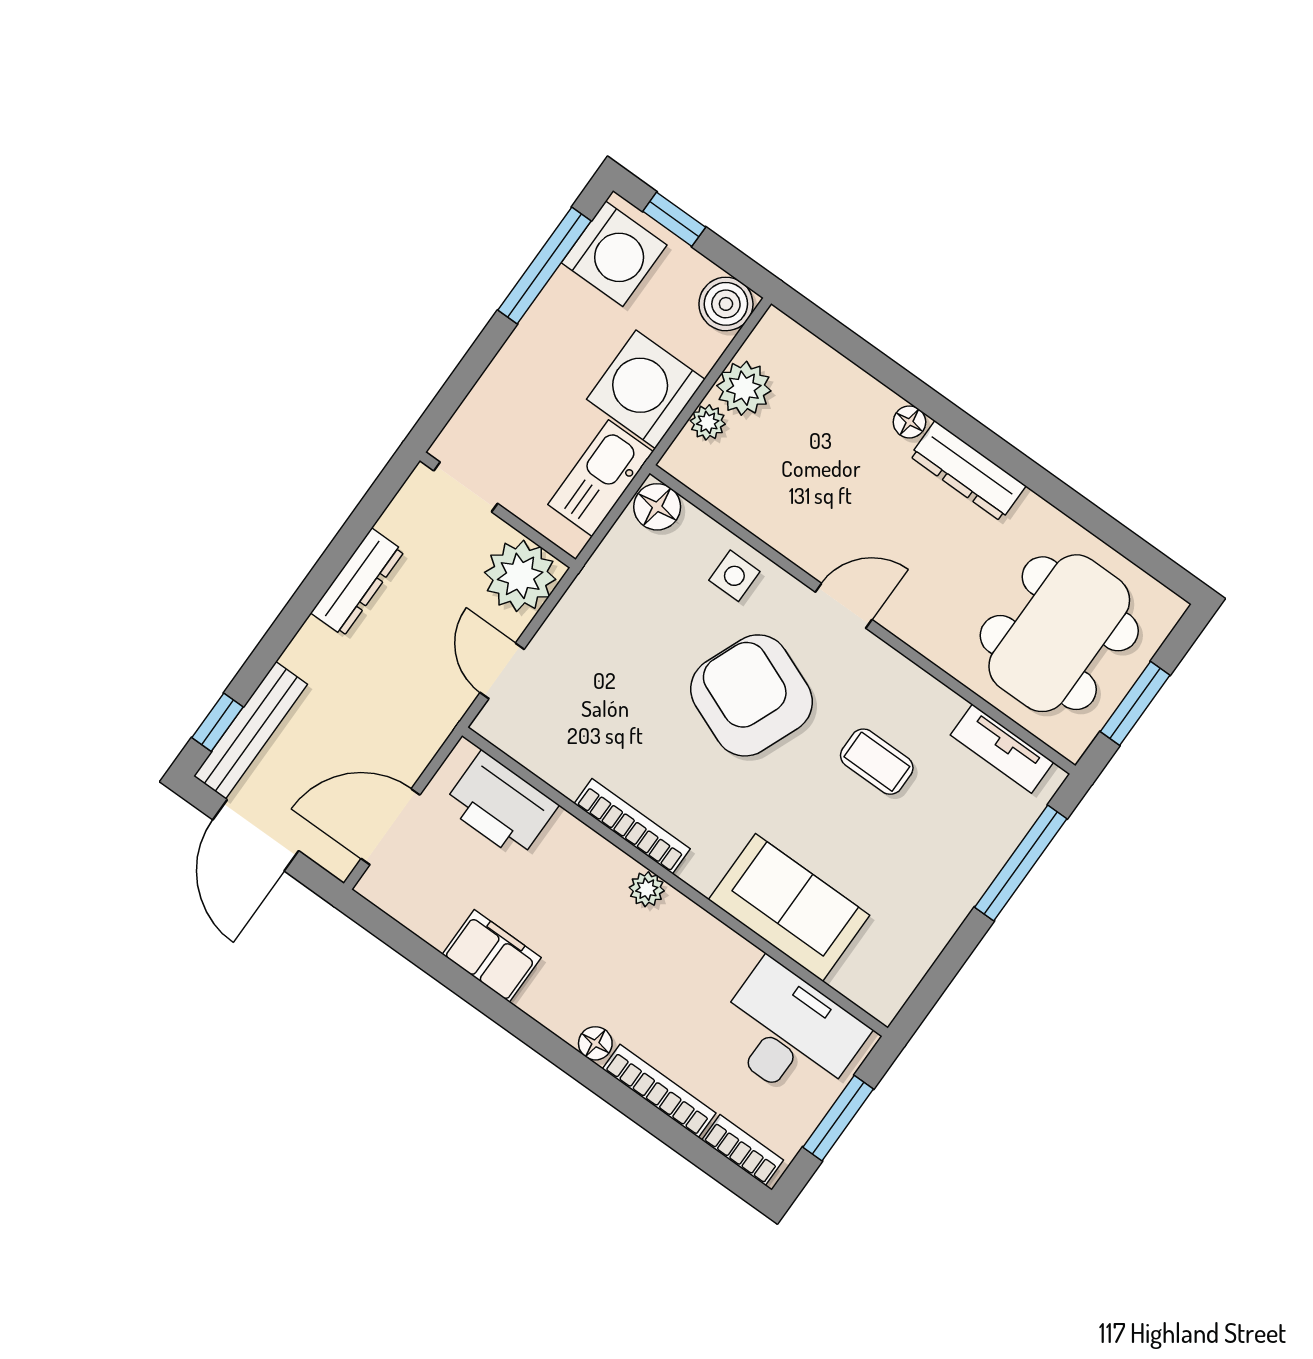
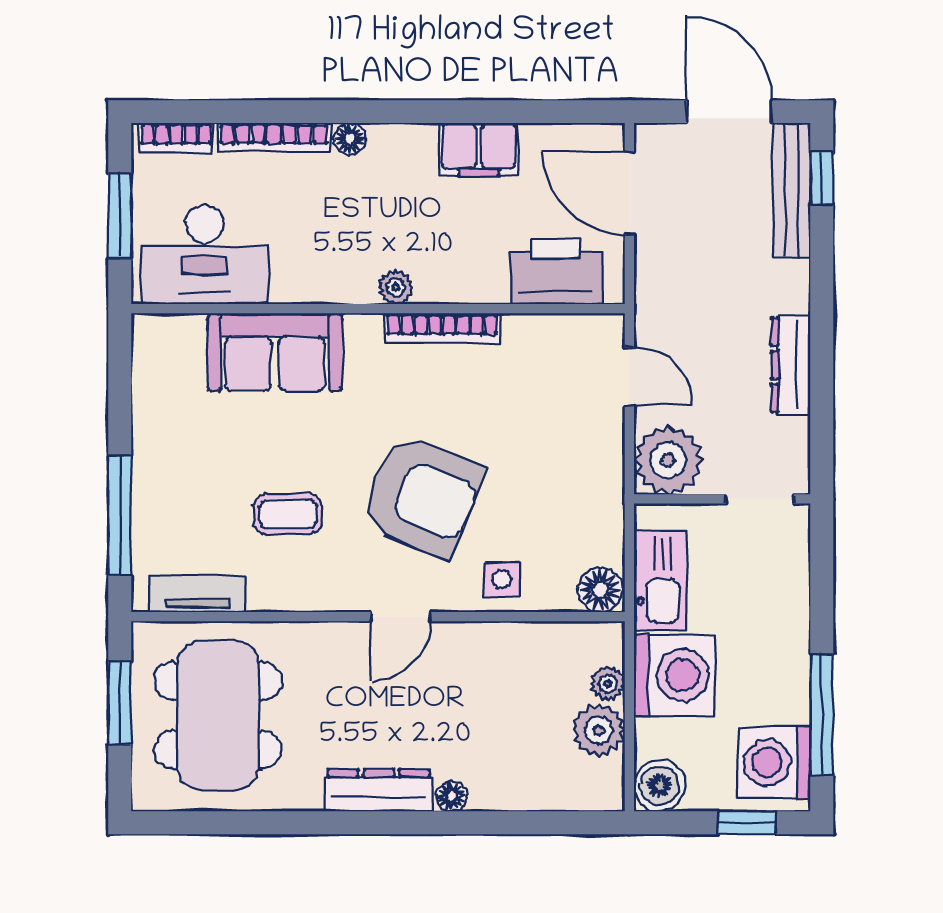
door: (391, 827) -> (629, 193), swing flipped

